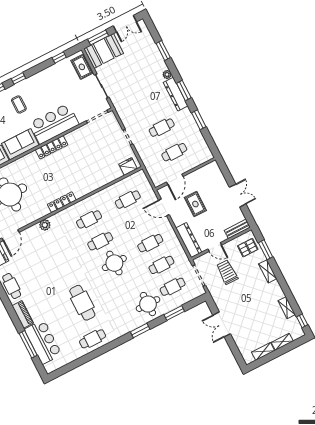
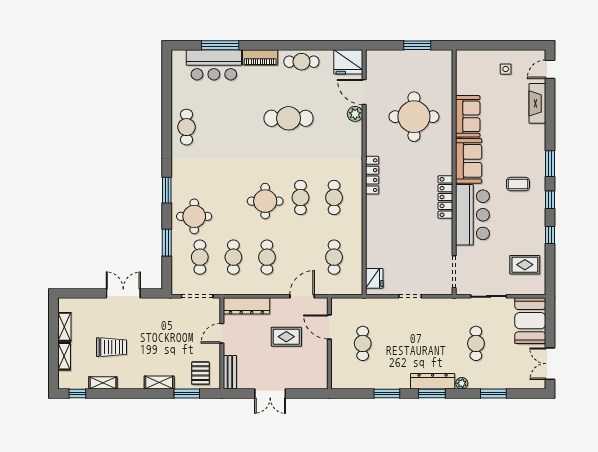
window: (98, 38) -> (550, 322), removed
window: (59, 58) -> (550, 235), moved
rug: (82, 67) -> (525, 265), moved
cafe table: (162, 128) -> (476, 343), moved
plant: (45, 225) -> (355, 114), moved
trolley: (227, 272) -> (111, 347), moved
cafe table: (82, 303) -> (289, 118), moved

